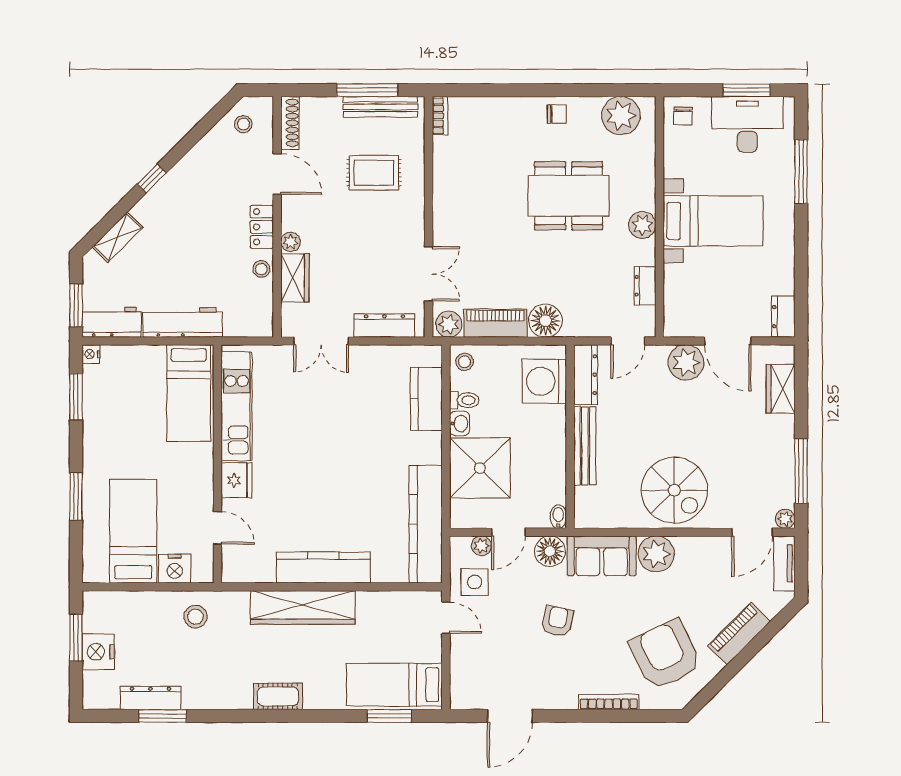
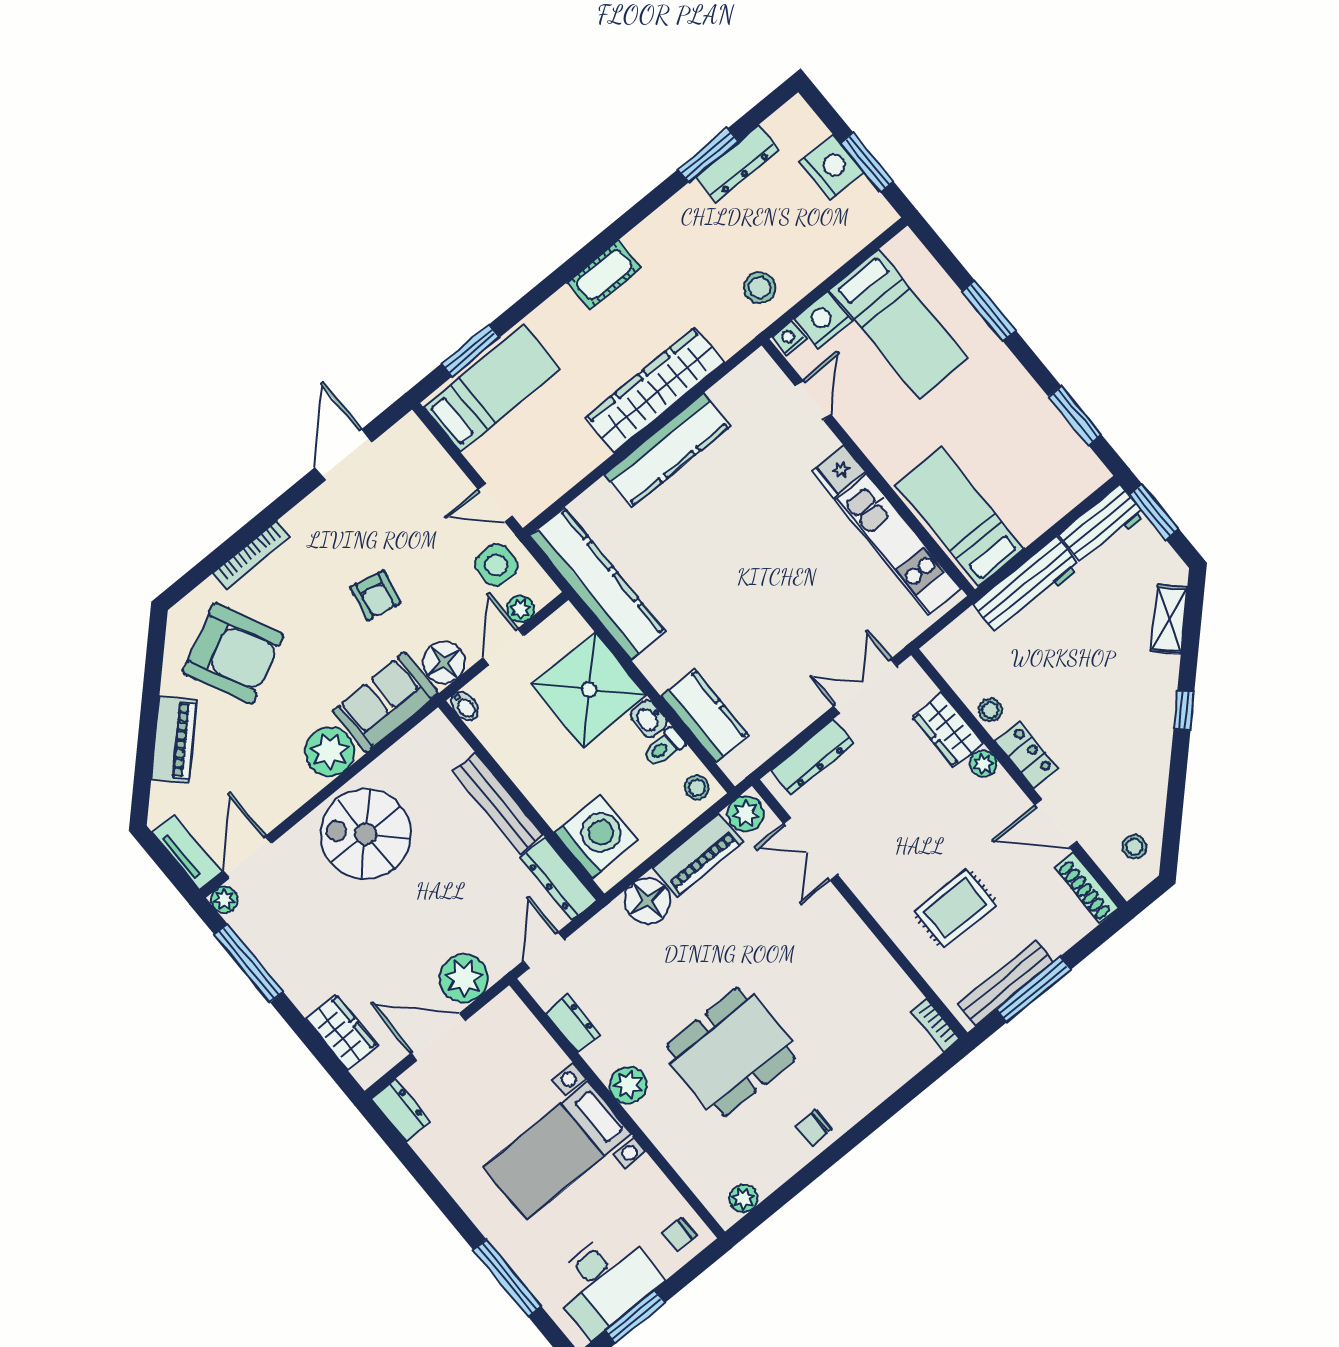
plant: (621, 116) -> (743, 1199), width x0.53, depth x0.53
chair: (683, 116) -> (680, 1235), turned -91
nightstand: (91, 354) -> (789, 338), moved, turned -90
fridge: (236, 480) -> (838, 472), width x0.72
door: (218, 528) -> (813, 400), swing flipped

